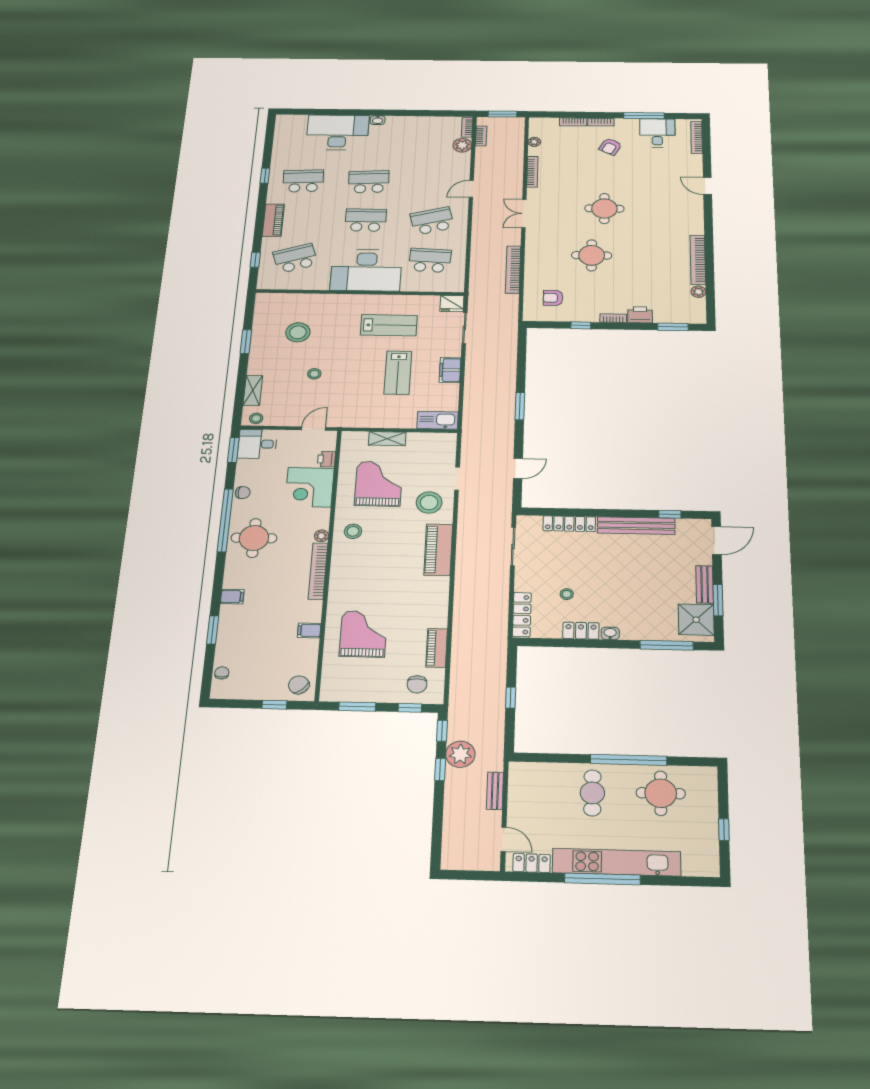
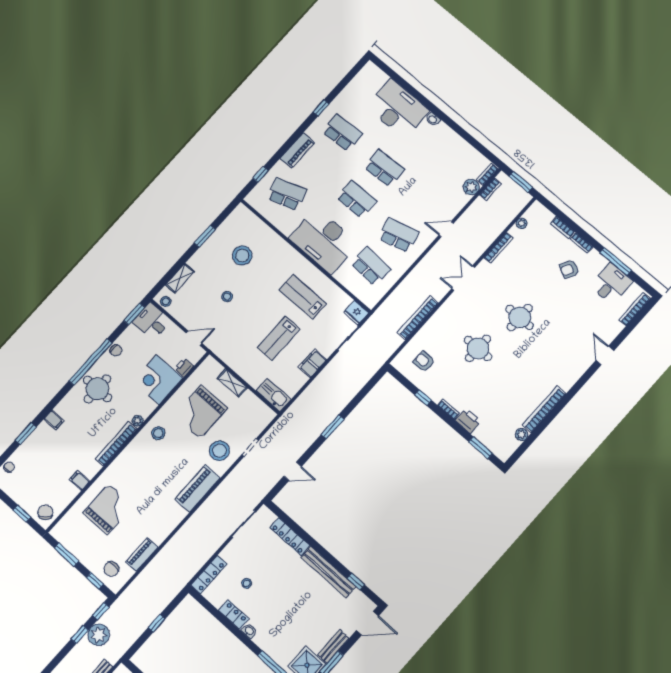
lab bench: (389, 325) -> (303, 297), turned 180
grand piano: (379, 484) -> (201, 412), turned 180

